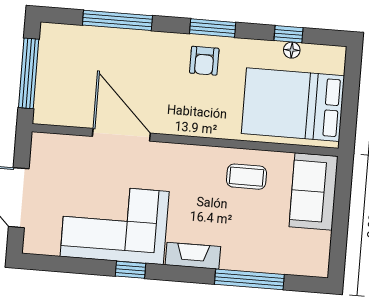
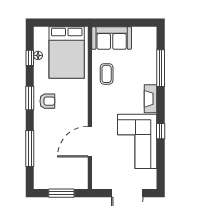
window: (29, 73) -> (61, 193), width x0.69

